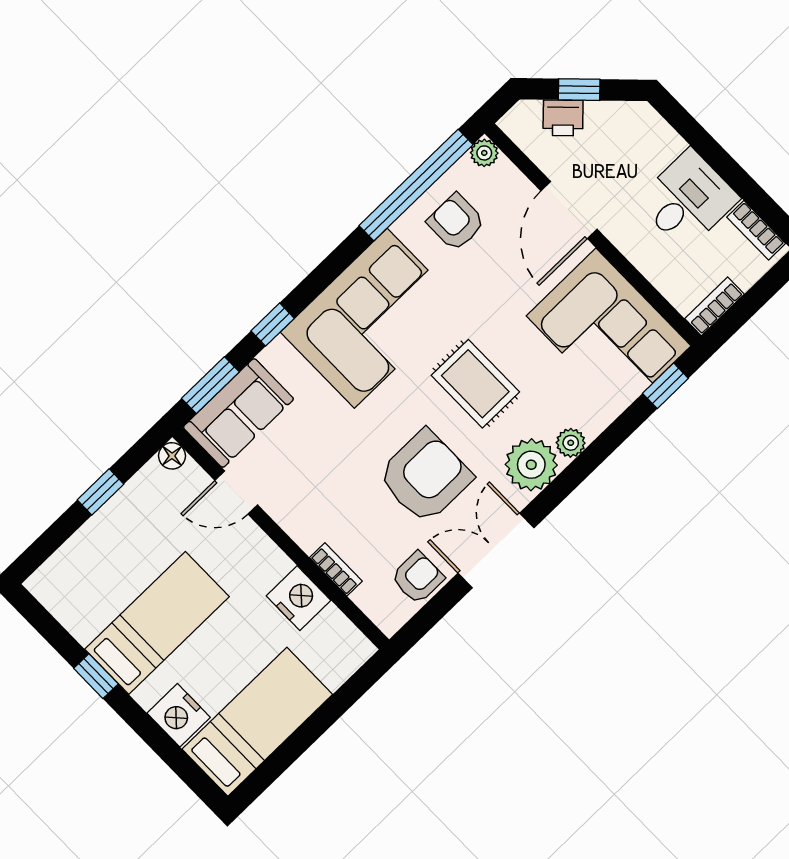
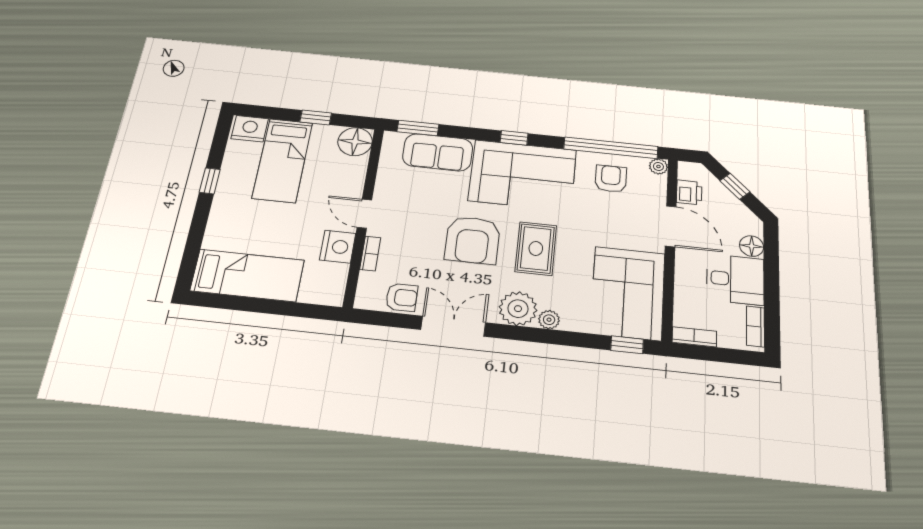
printer: (563, 118) -> (689, 192), moved, turned -135
floor lamp: (664, 143) -> (752, 246), added
door: (569, 210) -> (671, 226), swing flipped
window: (273, 325) -> (514, 138), moved
sofa: (238, 413) -> (438, 152), moved
floor lamp: (172, 456) -> (355, 142), width x1.89, depth x1.89
armchair: (425, 476) -> (473, 240), moved, turned 90
door: (236, 493) -> (364, 214), moved
bed: (157, 623) -> (283, 160), moved, turned 90
nightstand: (179, 715) -> (250, 129), moved, turned 90

